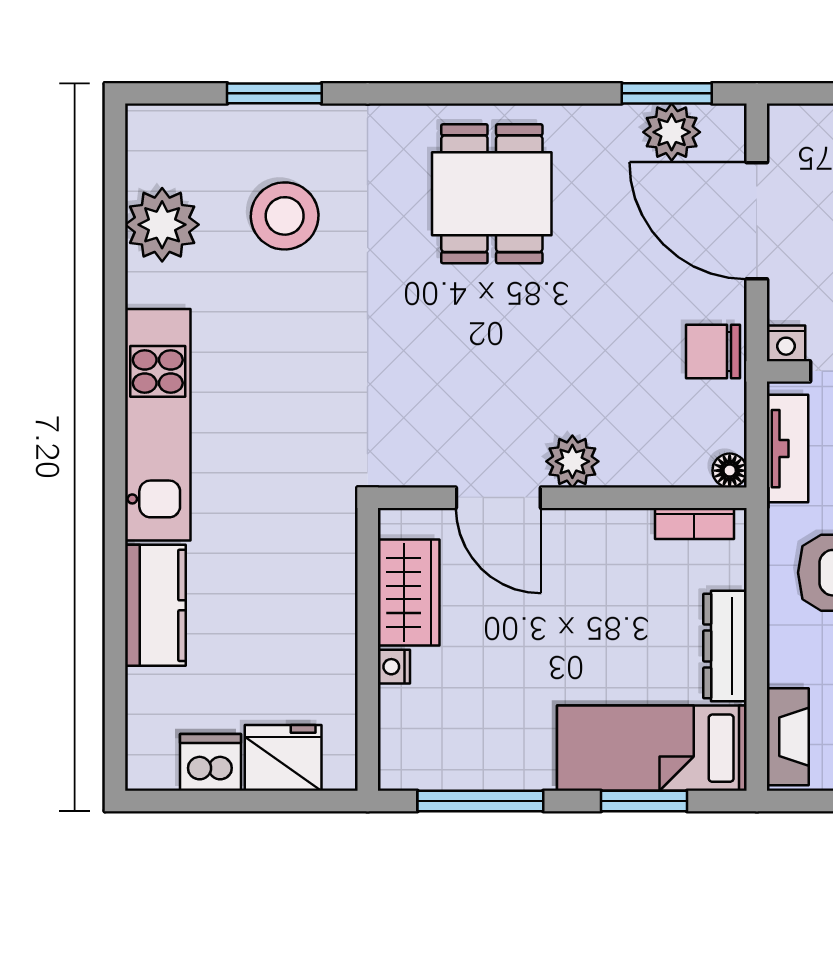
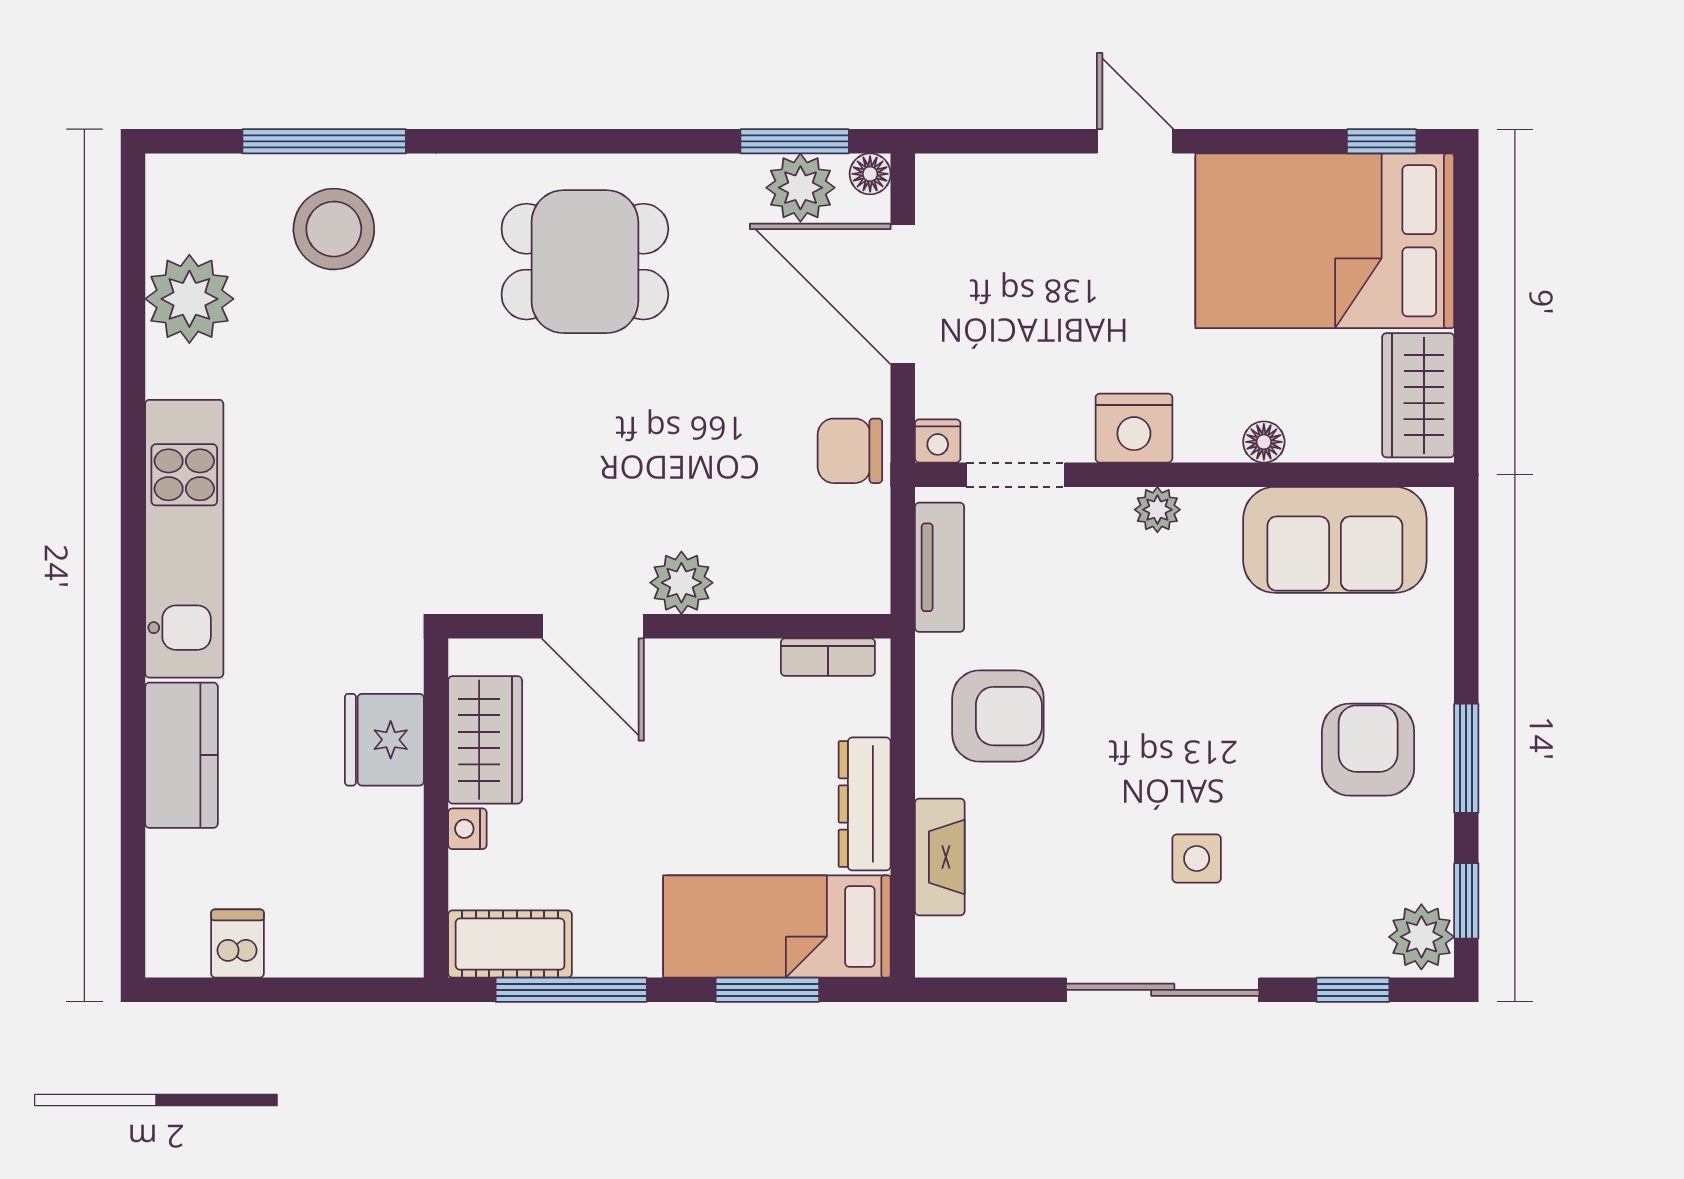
window: (274, 93) -> (324, 141), width x1.44
dining table: (492, 194) -> (585, 262), turned 90
stool: (285, 216) -> (334, 229), moved
floor lamp: (730, 471) -> (870, 174), moved
fireplace: (788, 737) -> (940, 857), moved
fridge: (283, 758) -> (384, 740), moved, turned -90
dishwasher: (210, 762) -> (237, 944), width x0.73
cot: (429, 763) -> (510, 944), added

